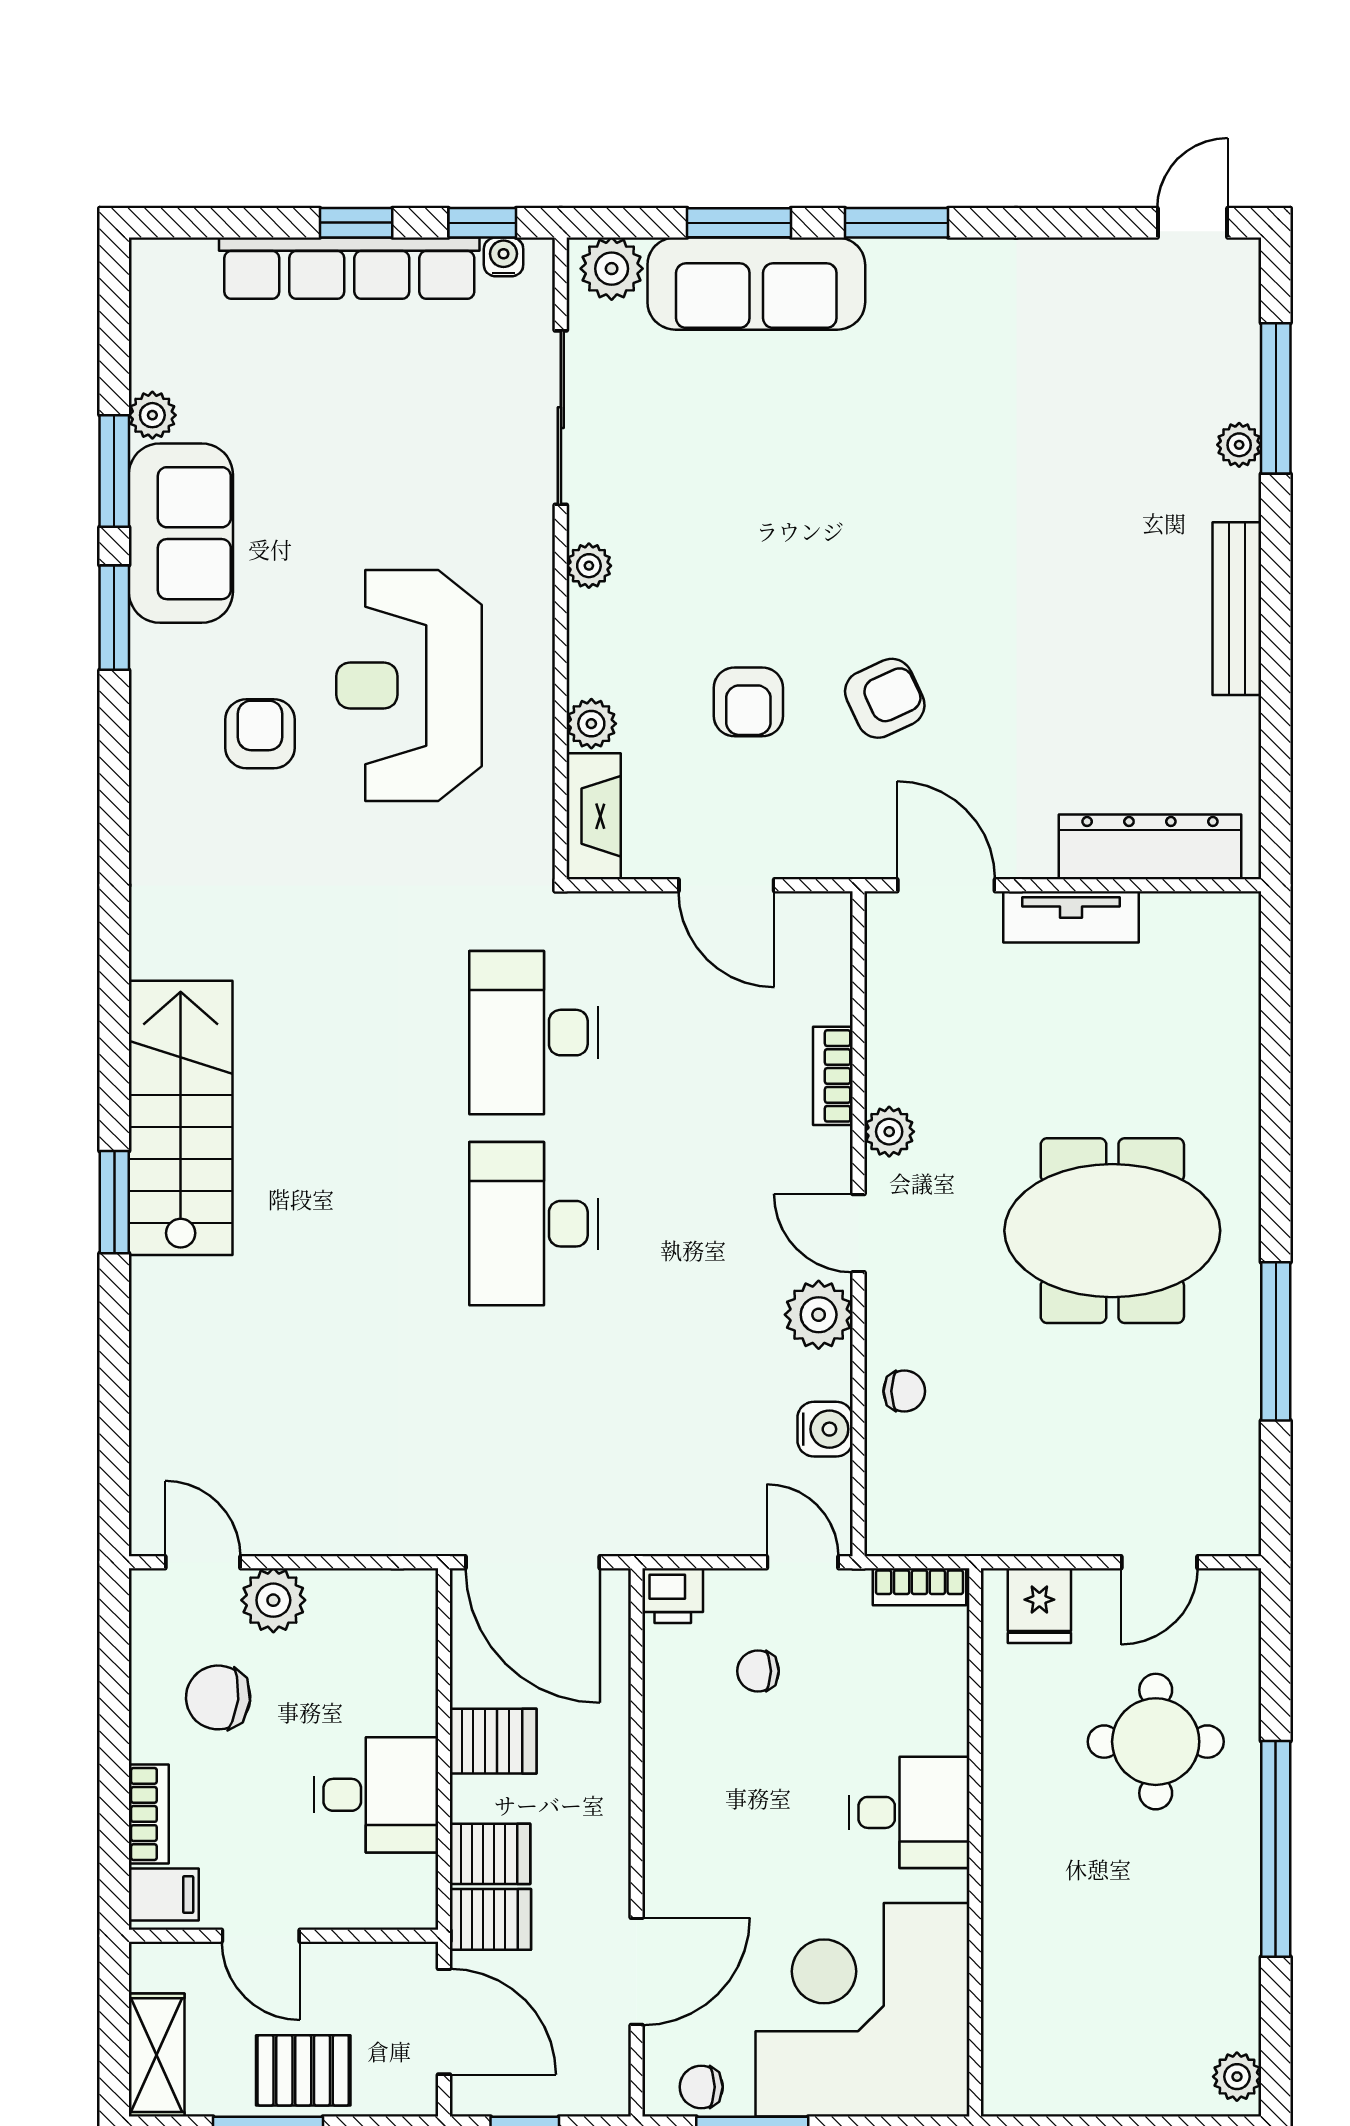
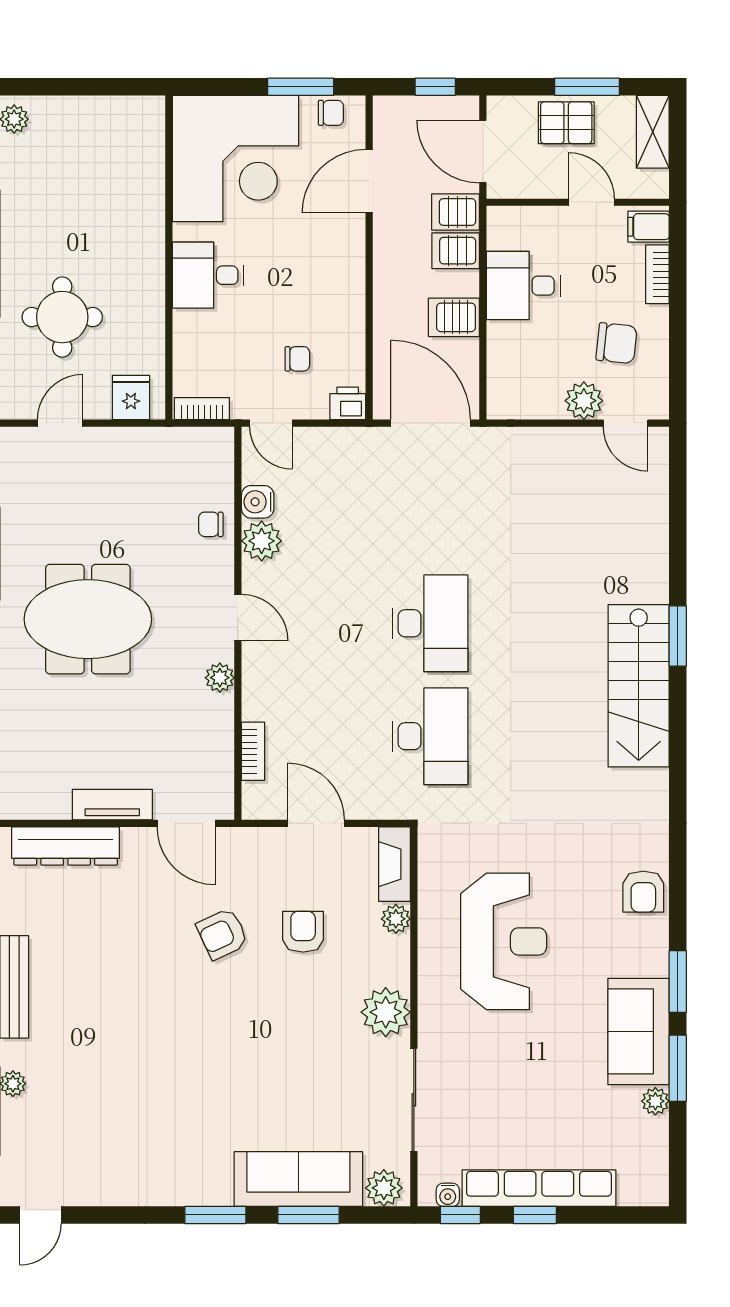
plant: (589, 566) -> (386, 1012), width x1.88, depth x1.88
armchair: (260, 734) -> (643, 892), moved
bookcase: (833, 1076) -> (253, 751), moved
plant: (819, 1315) -> (262, 541), moved

